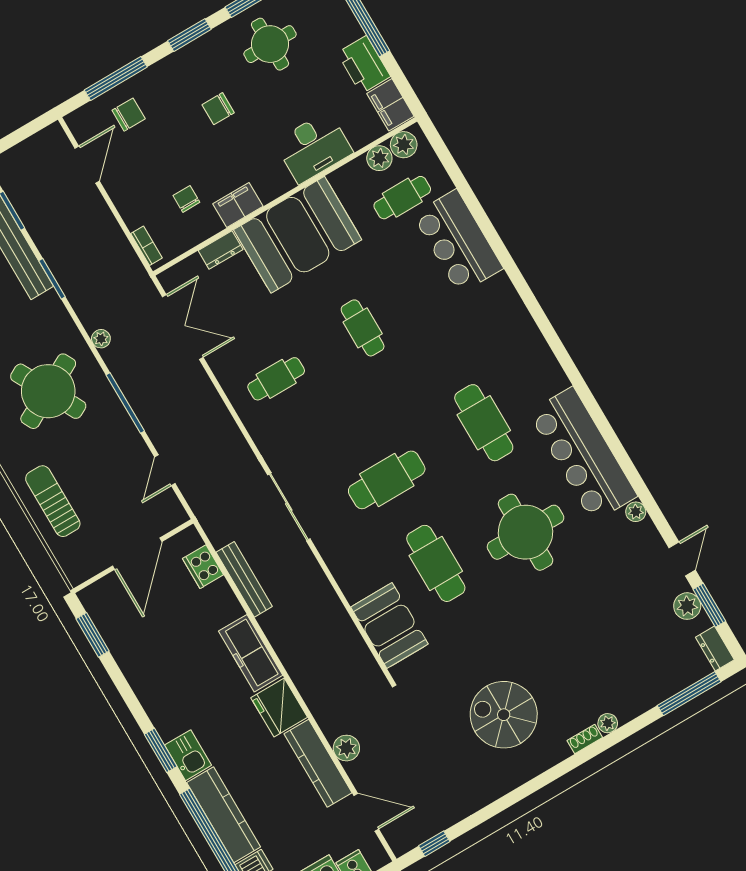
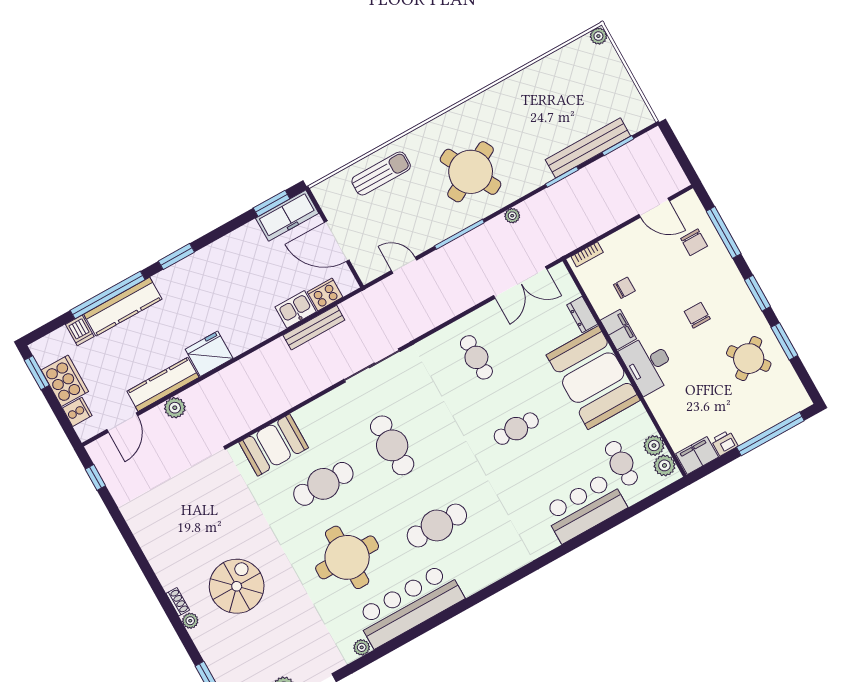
round table: (270, 44) -> (749, 359), turned -38
printer: (364, 65) -> (724, 443), width x0.53, depth x0.68
desk: (314, 147) -> (648, 364), moved
freezer: (251, 653) -> (287, 216), moved, turned 180
spiral stairs: (504, 715) -> (237, 586), moved
kitchen sink: (188, 755) -> (296, 309), moved, turned 180

